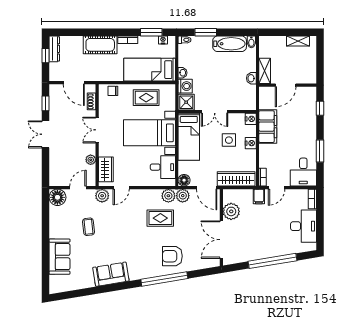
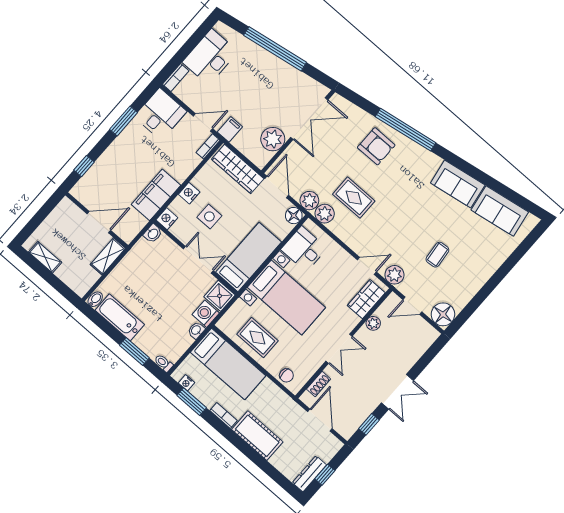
washbasin: (251, 78) -> (153, 234), moved
sofa: (59, 257) -> (500, 211), moved, turned -99

